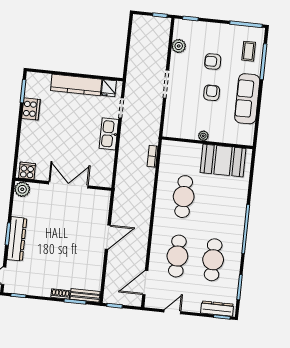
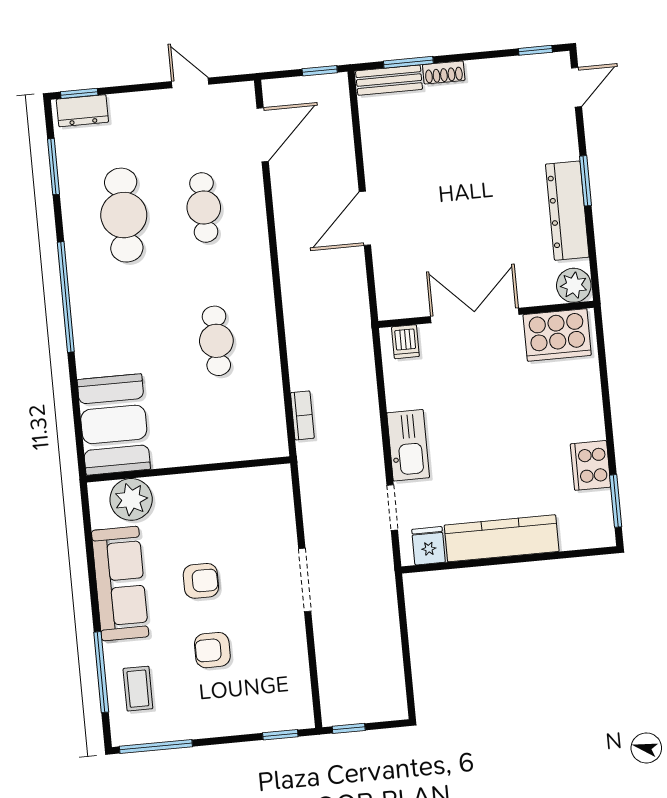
plant: (179, 46) -> (294, 669), removed
armchair: (213, 62) -> (212, 650), turned 180
armchair: (212, 93) -> (201, 581), turned -90
plant: (203, 136) -> (131, 499), moved, width x1.88, depth x1.88
booth: (223, 161) -> (114, 424), moved, turned 90
cooker: (27, 171) -> (557, 335), width x1.87, depth x1.31
dishwasher: (101, 179) -> (405, 342), added
double door: (68, 185) -> (475, 315), swing flipped
cafe table: (184, 197) -> (216, 341), width x0.73, depth x0.74
dresser: (17, 239) -> (567, 211), moved
cafe table: (177, 256) -> (204, 208), width x0.73, depth x0.74
dresser: (217, 309) -> (82, 111), width x0.70
door: (172, 312) -> (190, 83), swing flipped

